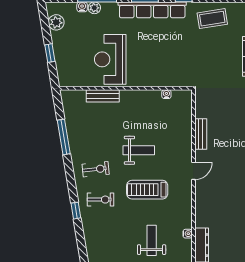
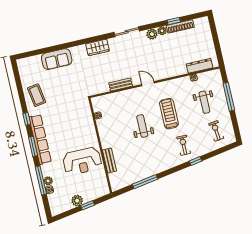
plant: (56, 22) -> (77, 201), moved
exercise bike: (96, 169) -> (216, 131), moved
treadmill: (147, 190) -> (169, 114), turned 180
weight bench: (152, 240) -> (204, 102), turned -90

